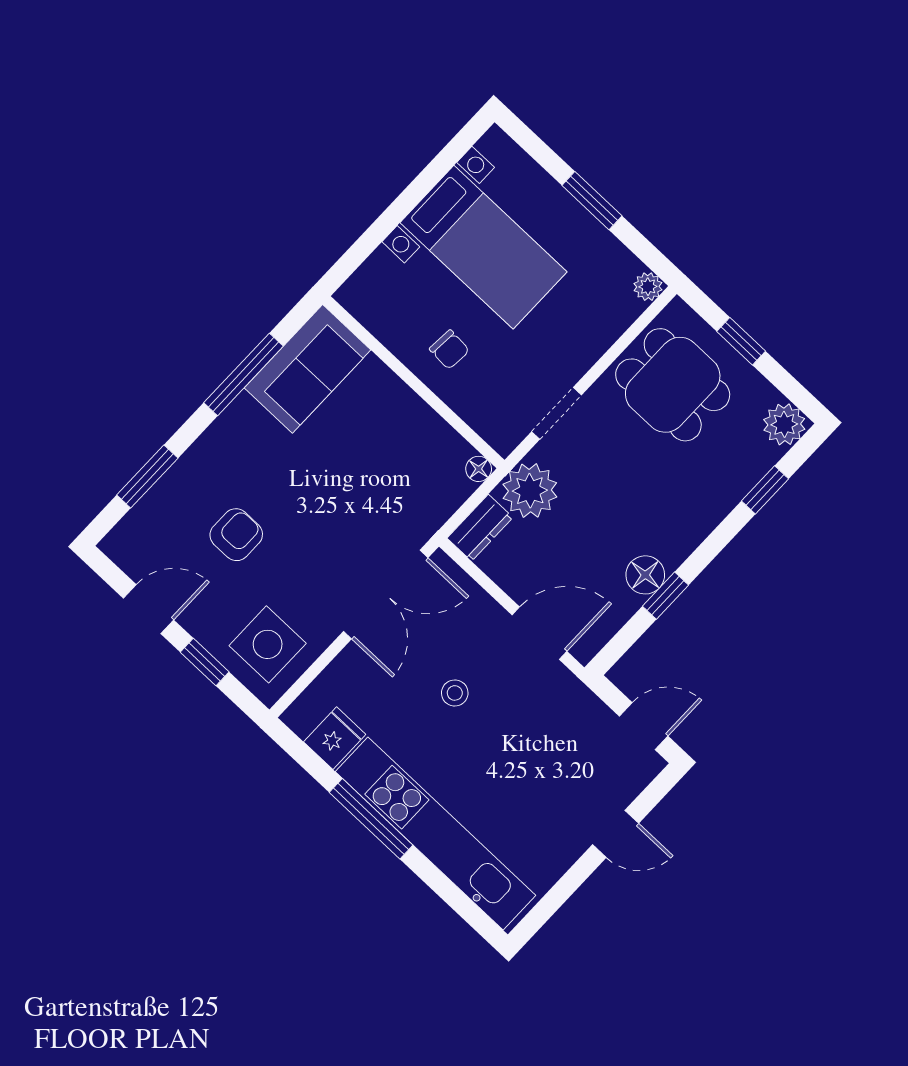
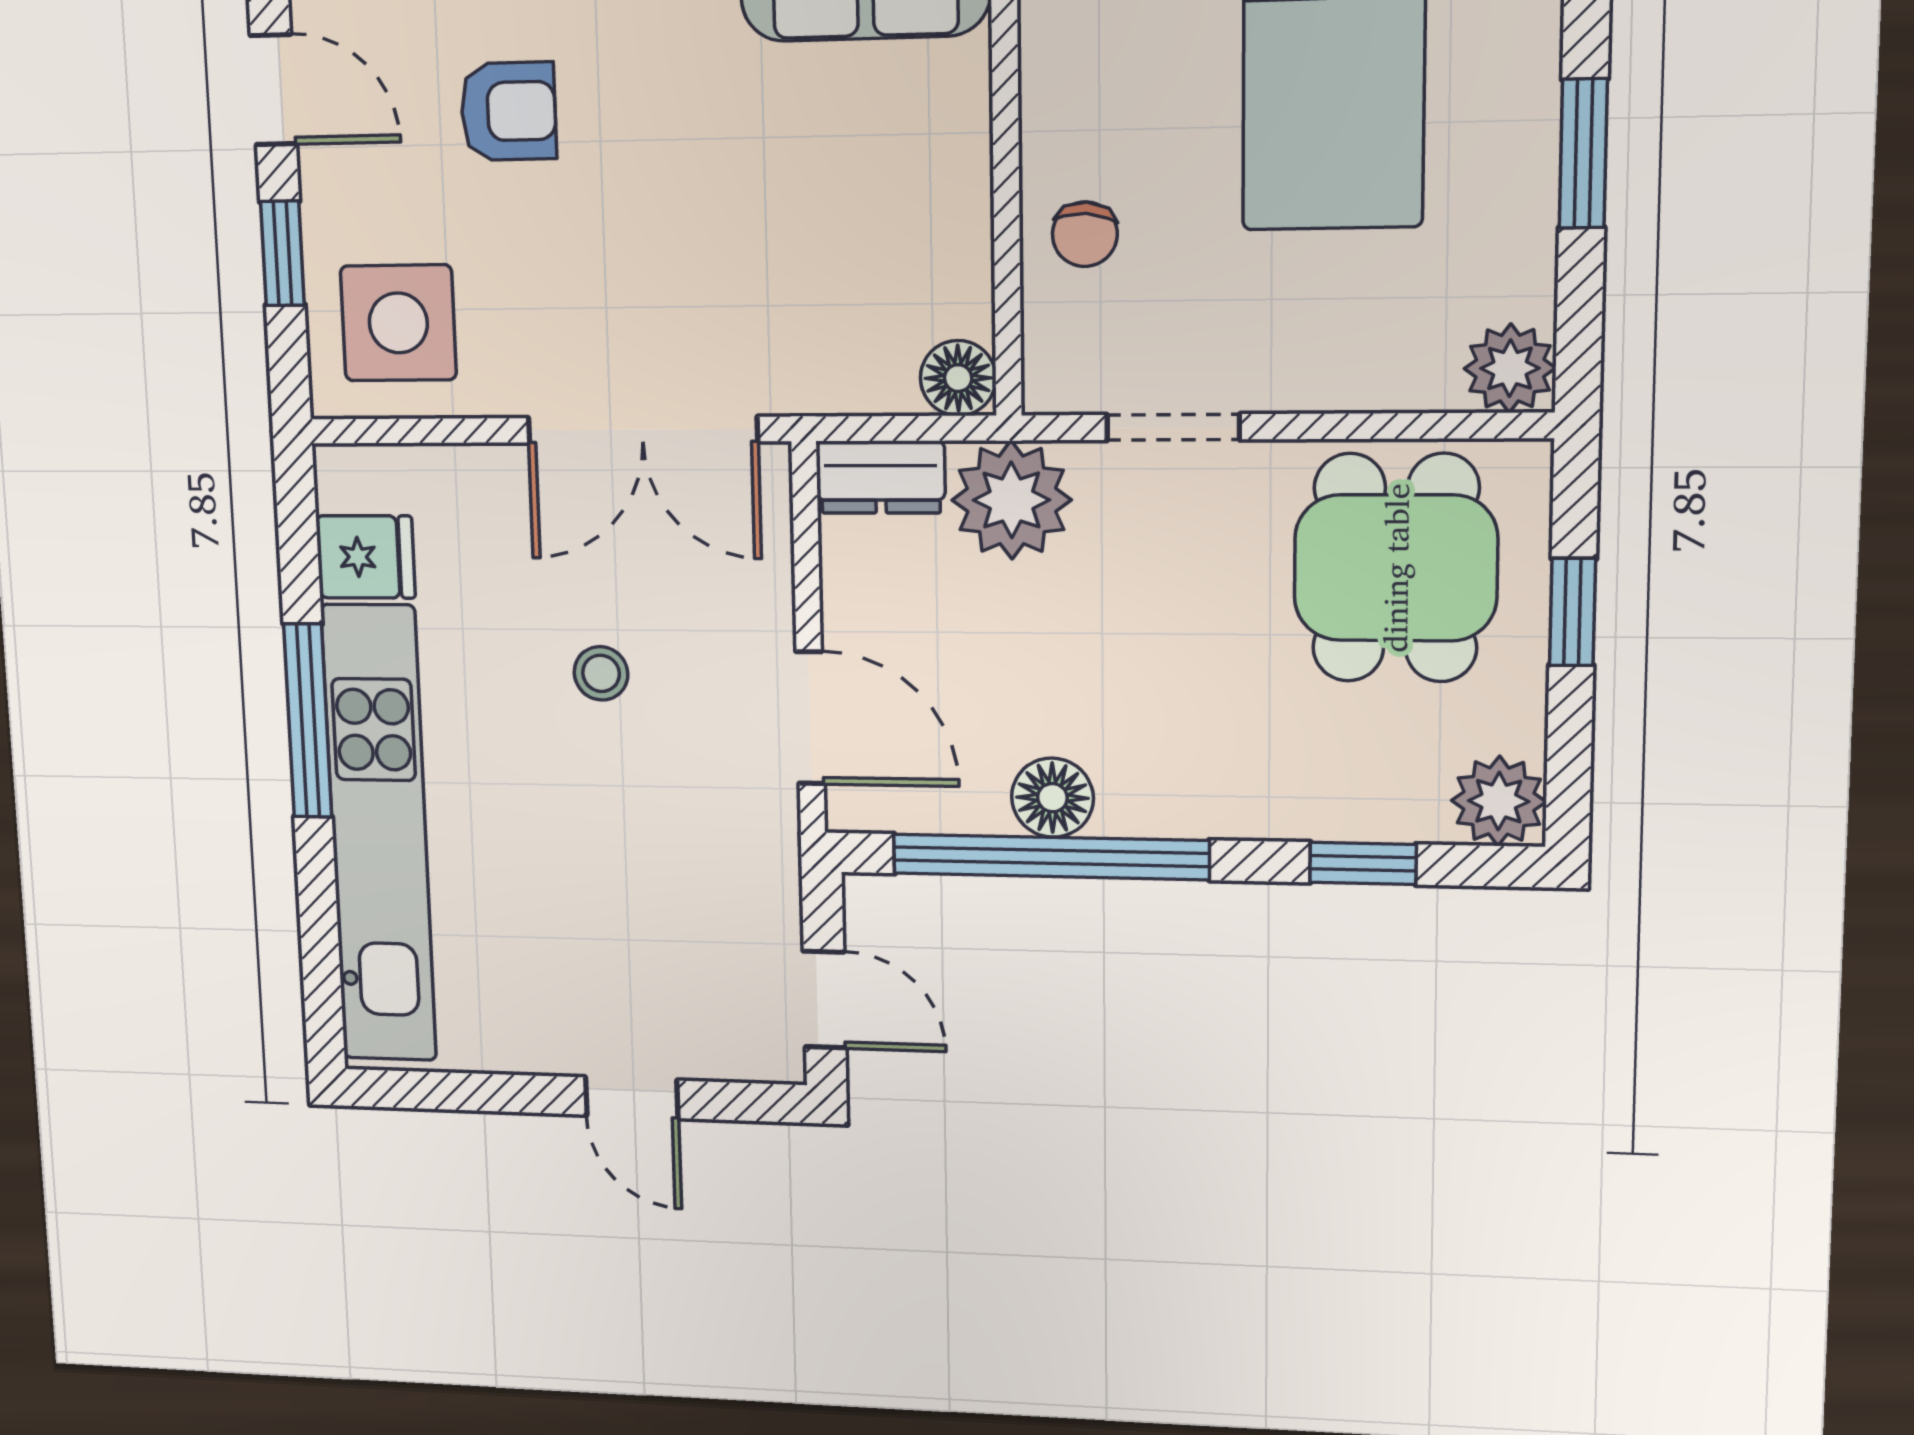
plant: (648, 287) -> (1510, 368), width x1.38, depth x1.38
chair: (449, 350) -> (1085, 234), moved
floor lamp: (479, 469) -> (958, 378), width x1.37, depth x1.37
window: (665, 596) -> (1050, 857), width x3.17

